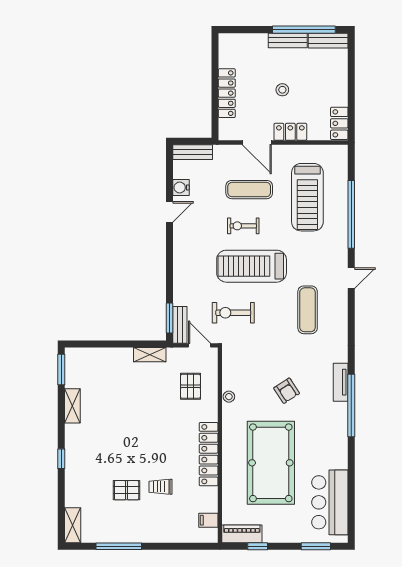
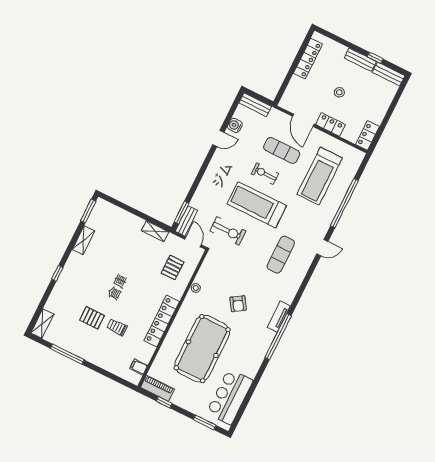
window: (304, 30) -> (375, 58), width x0.32
locker: (227, 93) -> (308, 59), moved
exercise bike: (233, 313) -> (228, 231), turned 180

